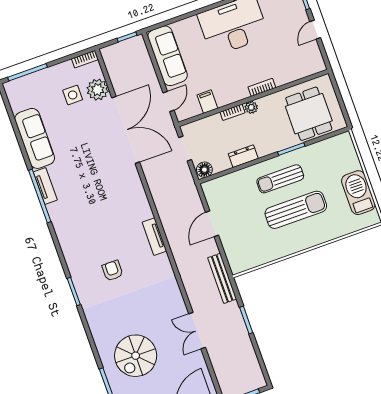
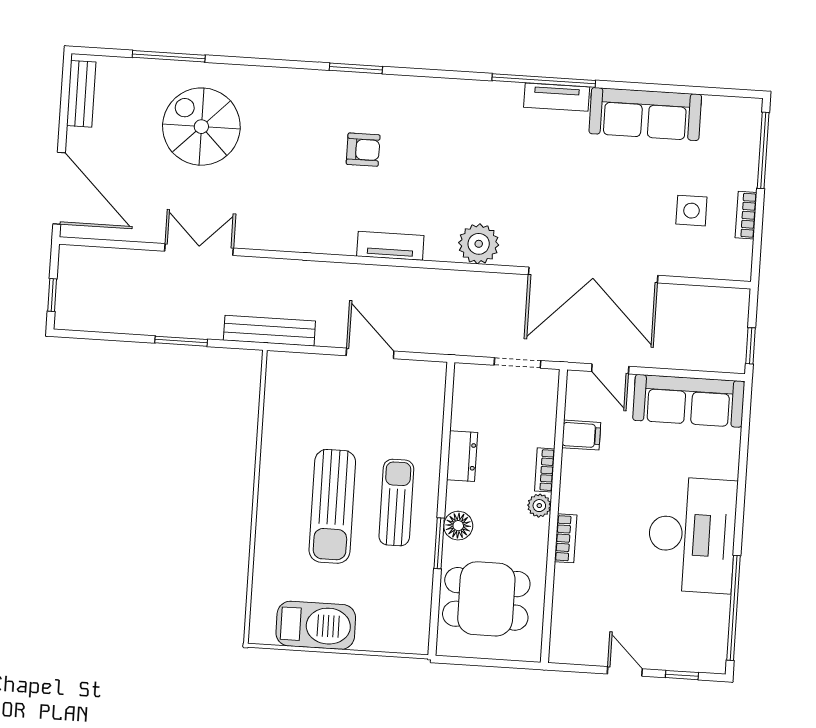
bookcase: (85, 59) -> (746, 215), moved
plant: (98, 90) -> (479, 244), moved
floor lamp: (204, 170) -> (458, 526), moved

